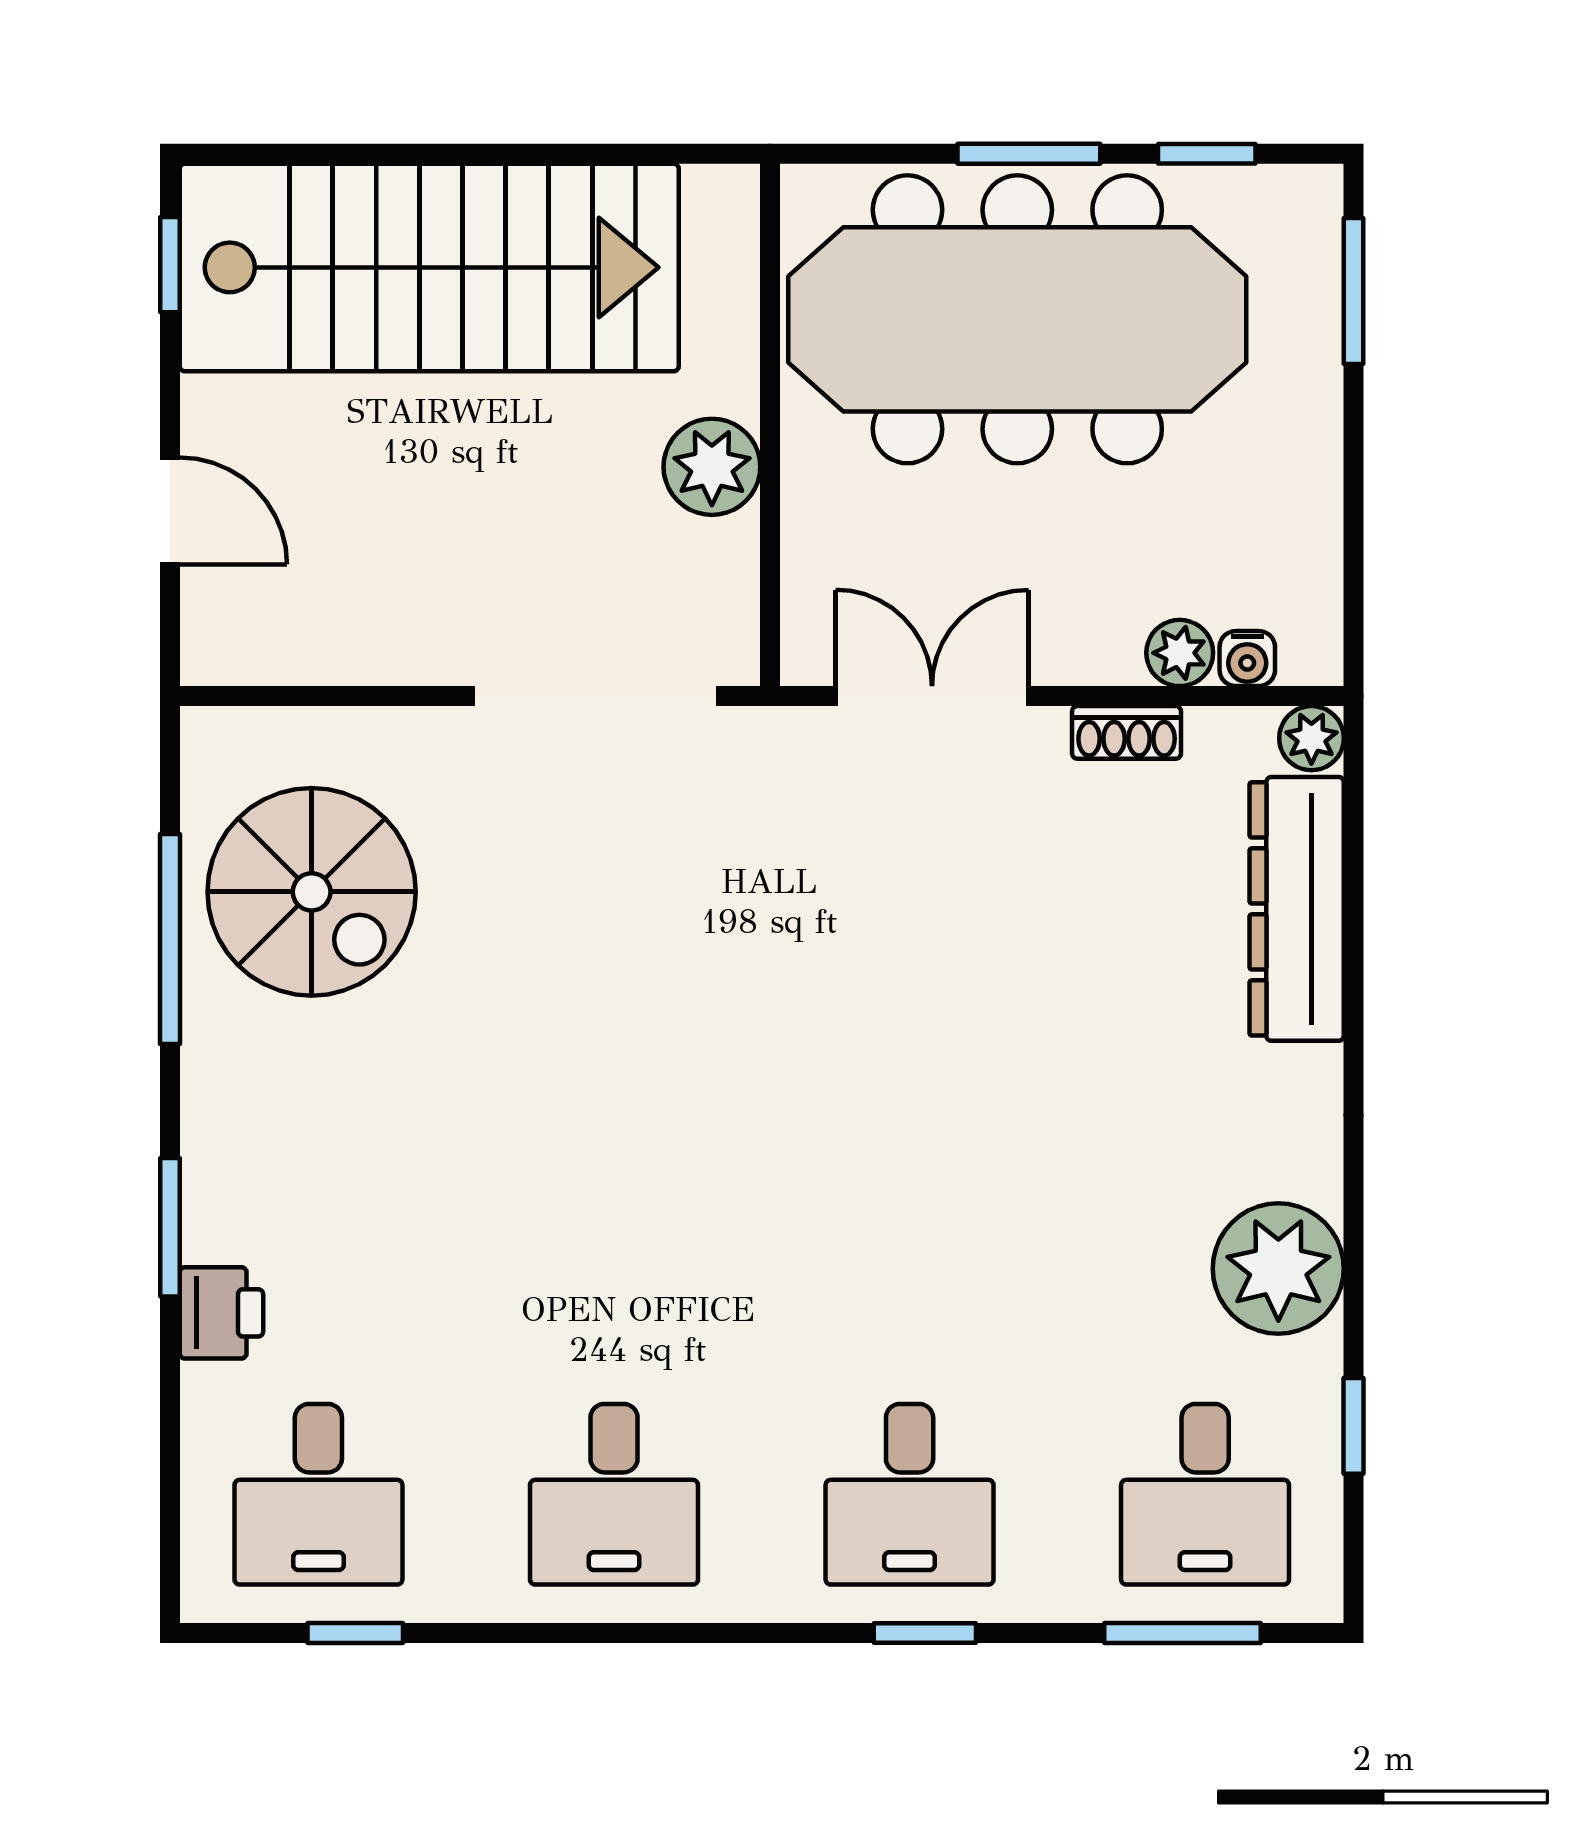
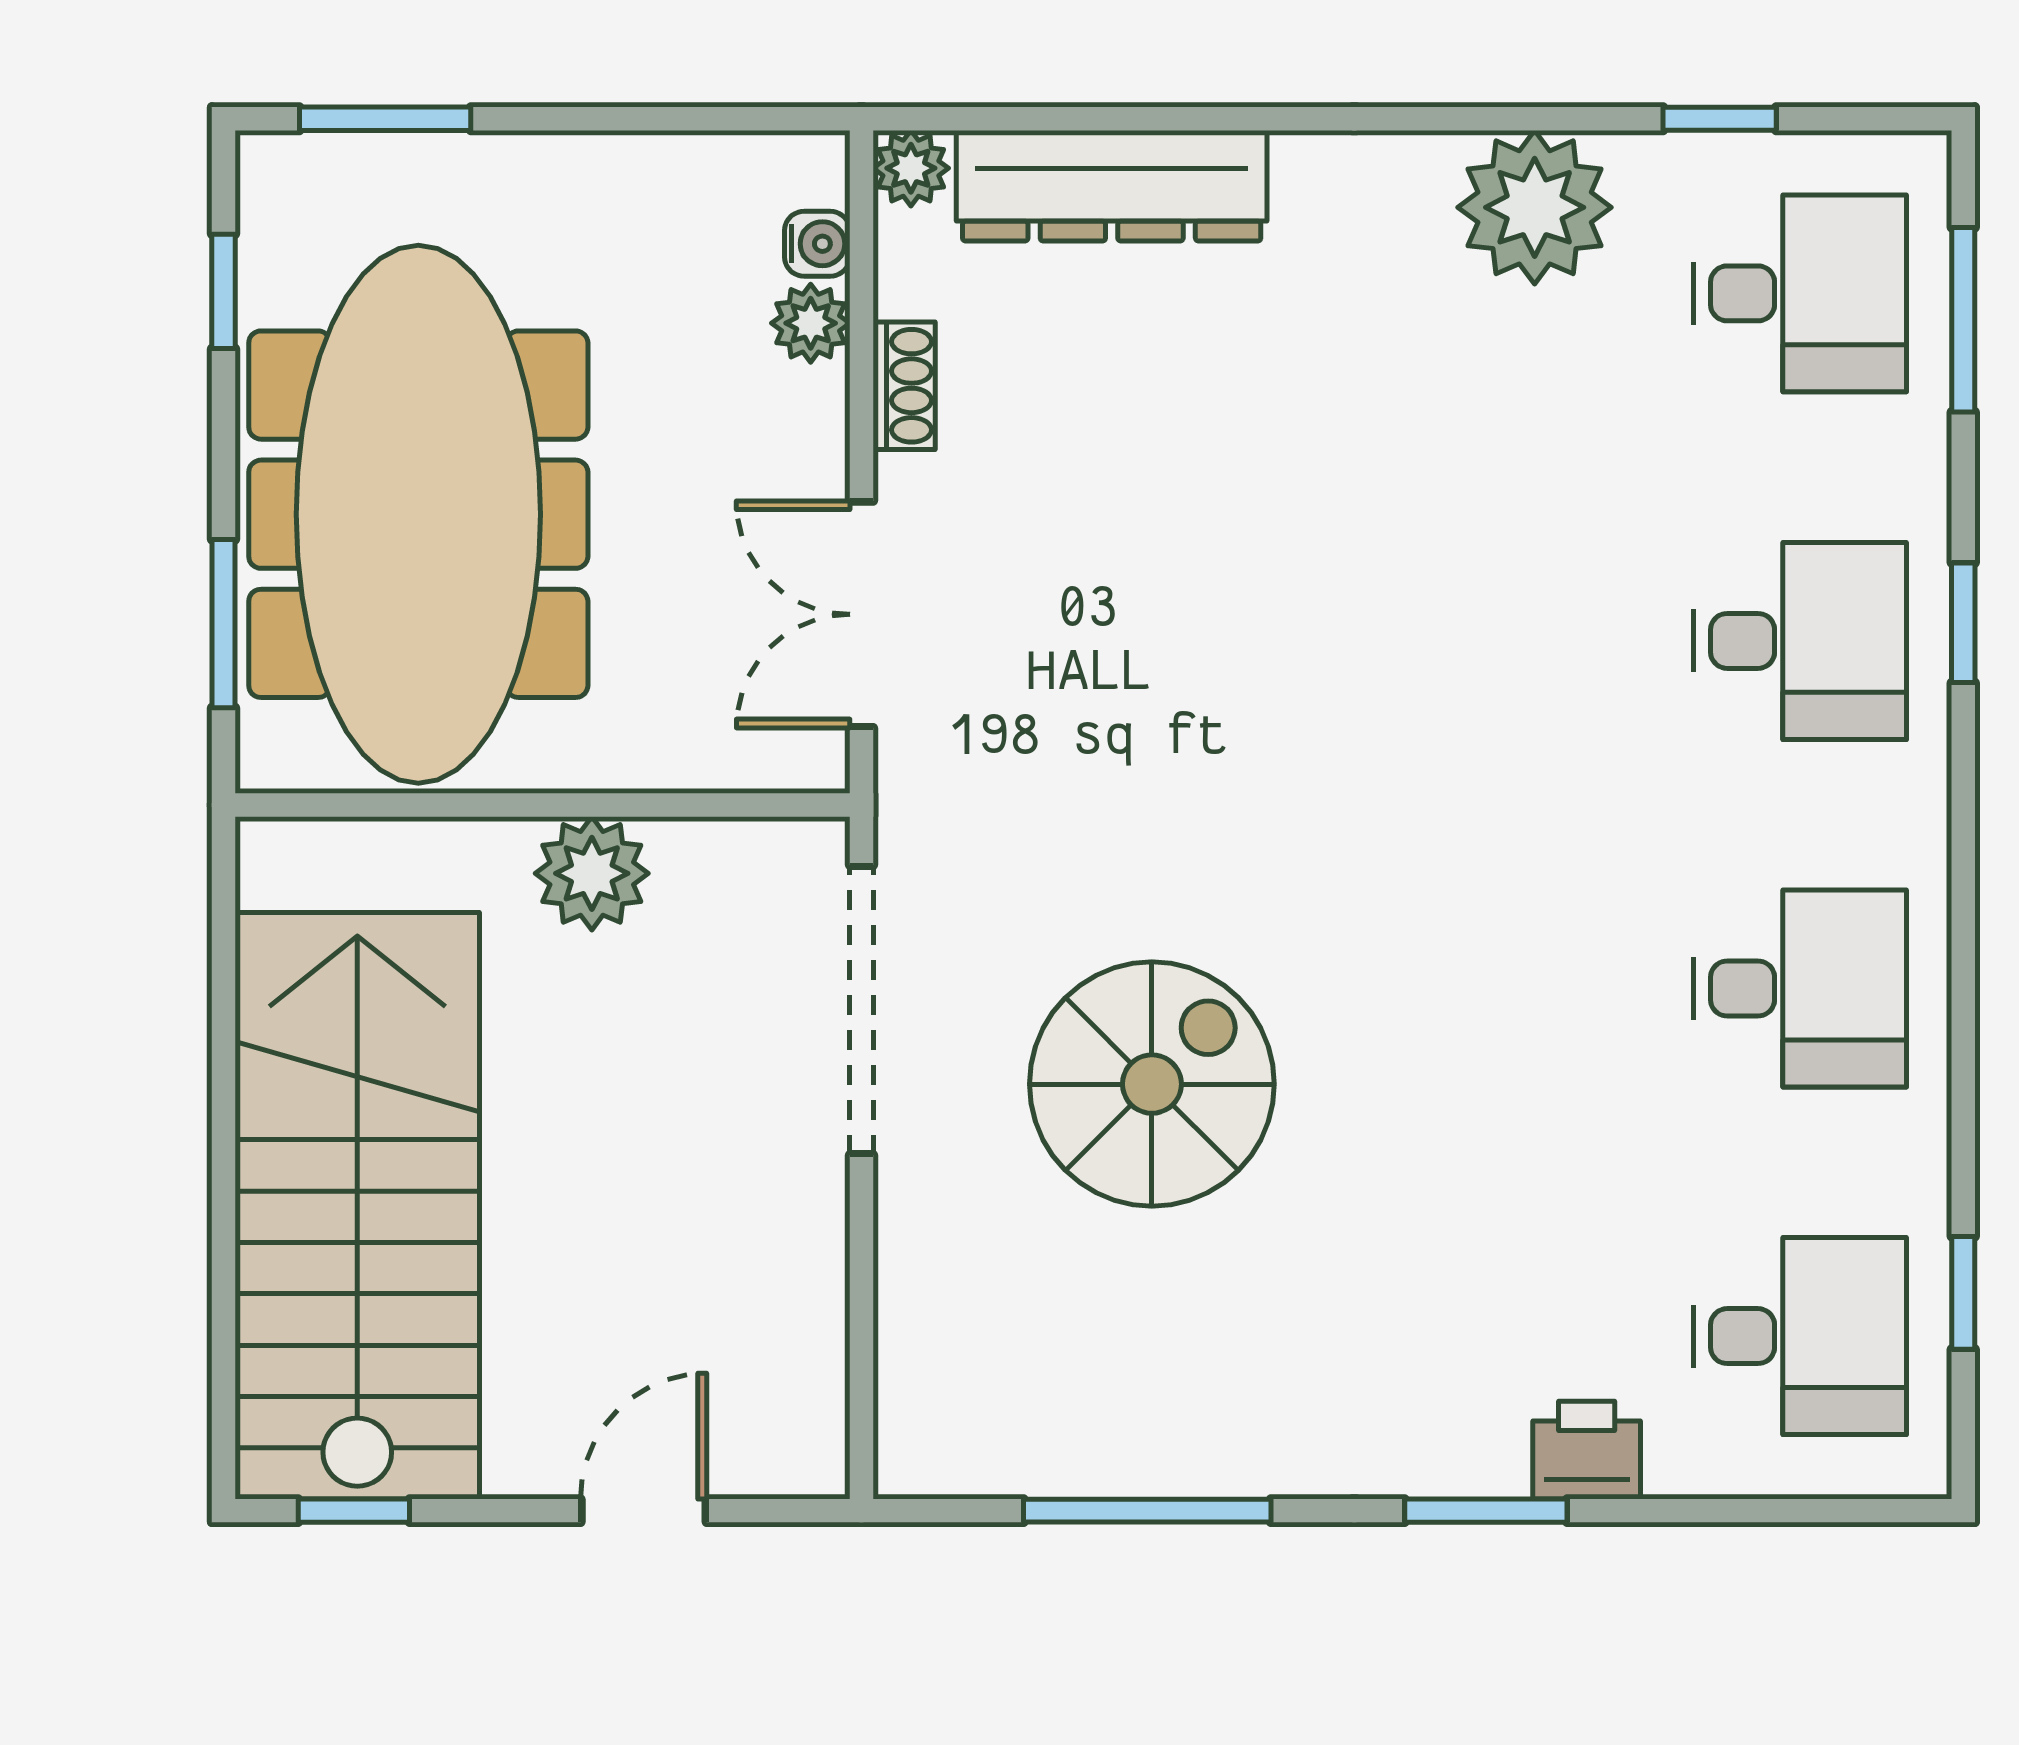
window: (1029, 154) -> (223, 624), moved
spiral stairs: (312, 892) -> (1152, 1084), moved

